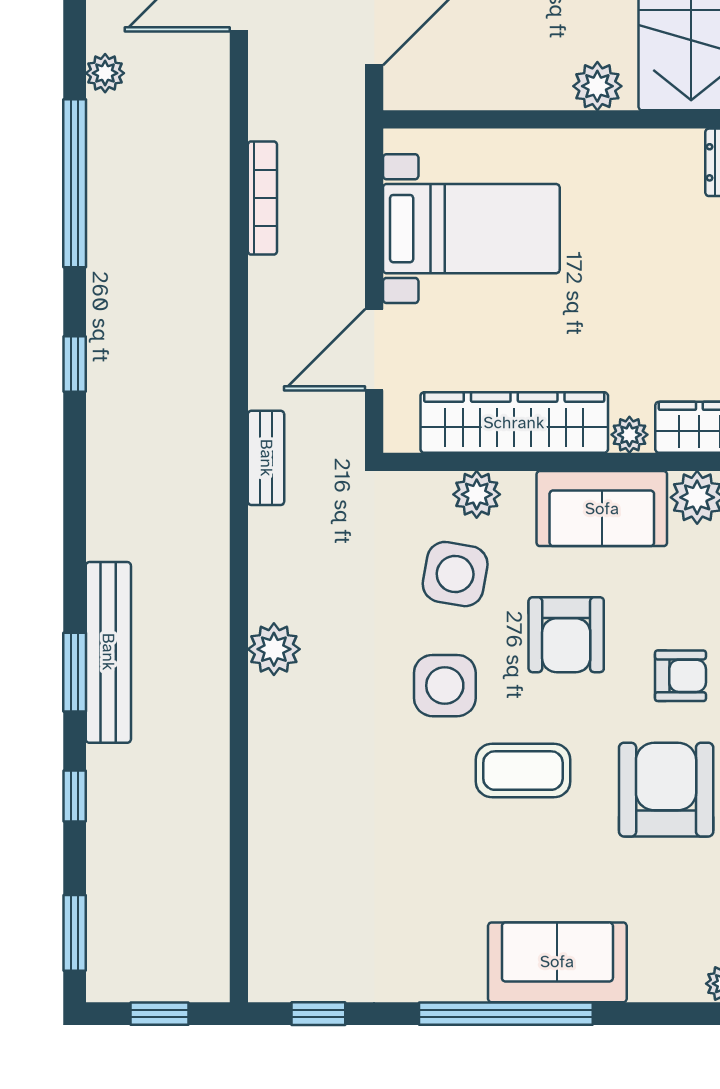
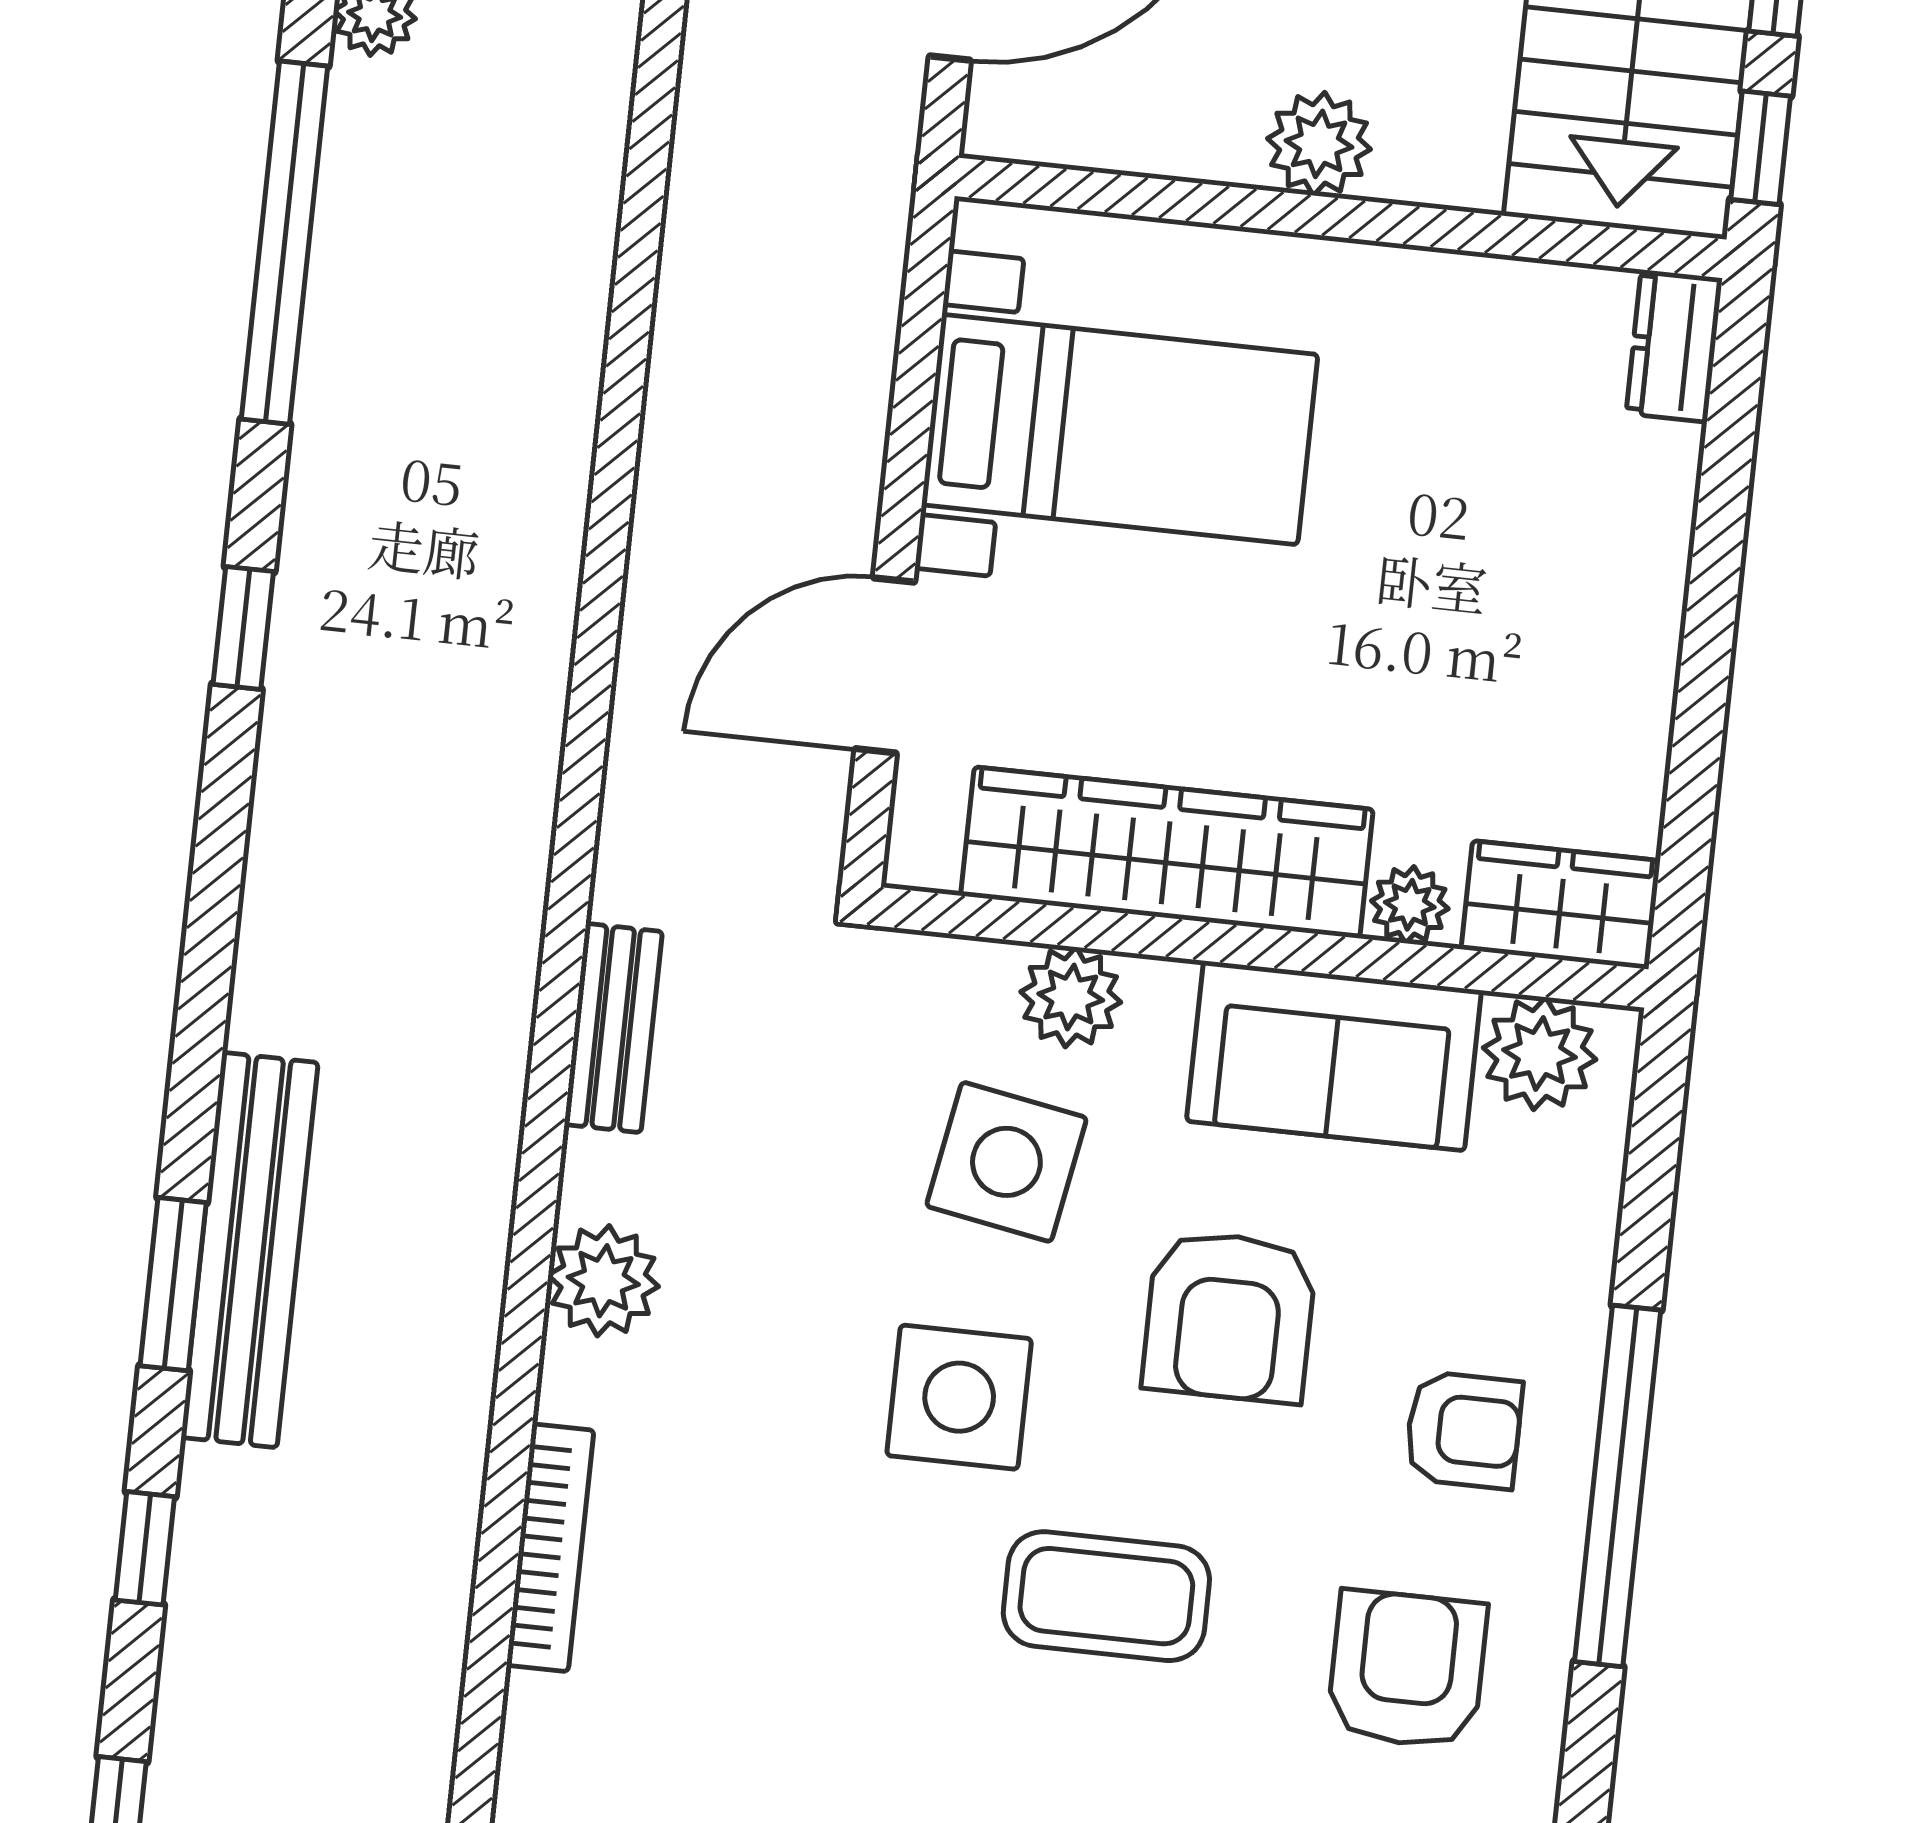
plant: (597, 86) -> (1319, 144), moved
bookcase: (262, 198) -> (550, 1548), moved
bench: (266, 458) -> (613, 1028), moved
armchair: (666, 790) -> (1407, 1669), width x0.73, depth x0.73

